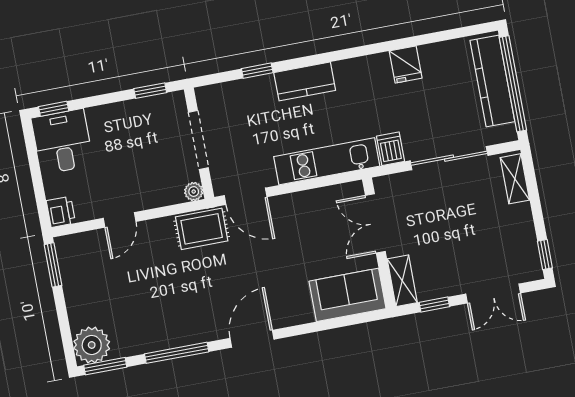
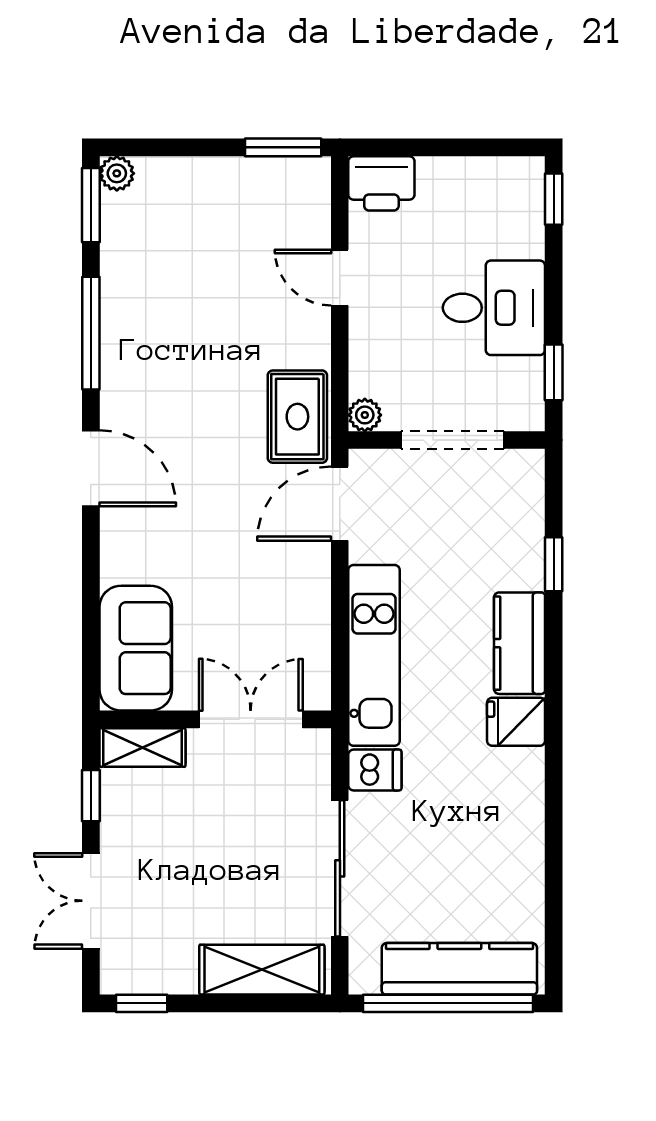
fridge: (406, 65) -> (516, 722), moved
desk: (62, 142) -> (494, 308), moved
shelving: (515, 179) -> (262, 970), width x1.50, depth x1.33
printer: (61, 212) -> (381, 183), width x1.36, depth x1.24
plant: (92, 345) -> (117, 173), width x0.53, depth x0.53

